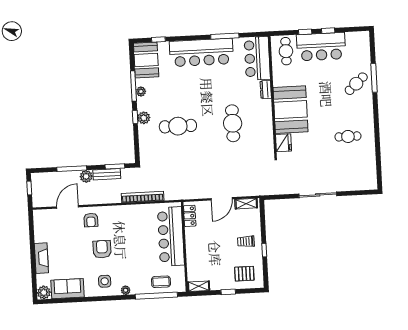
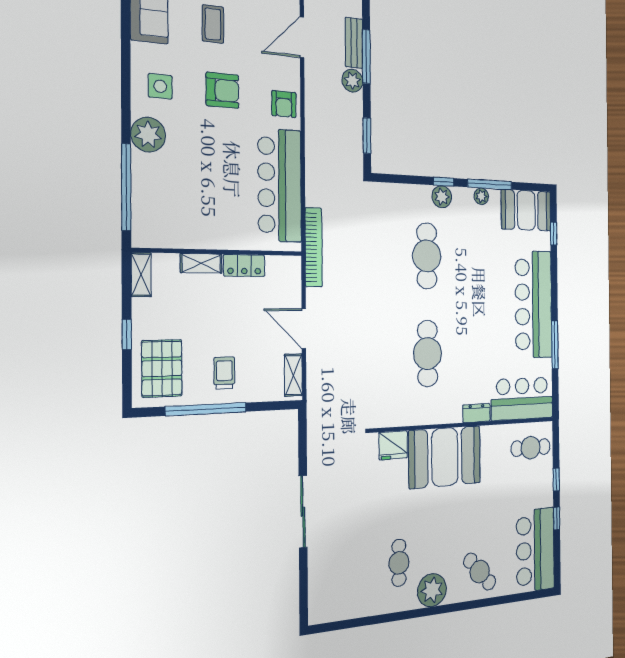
bar counter: (321, 47) -> (535, 550), moved
window: (374, 78) -> (487, 602), removed
plant: (364, 115) -> (432, 590), added
cafe table: (233, 123) -> (428, 354), turned 90
bench: (107, 174) -> (354, 43), moved
bookcase: (143, 197) -> (314, 247), moved
door: (68, 207) -> (302, 37), swing flipped
locker: (190, 216) -> (244, 266), moved
armchair: (91, 220) -> (284, 104), moved, turned -90
bar counter: (171, 236) -> (280, 185), moved, turned -90
window: (264, 250) -> (206, 409), width x3.17
shelving: (191, 256) -> (201, 263), added
pallet: (244, 274) -> (162, 368), width x1.50, depth x1.42
coffee table: (161, 282) -> (213, 24), moved
plant: (126, 290) -> (148, 135), width x1.88, depth x1.88

